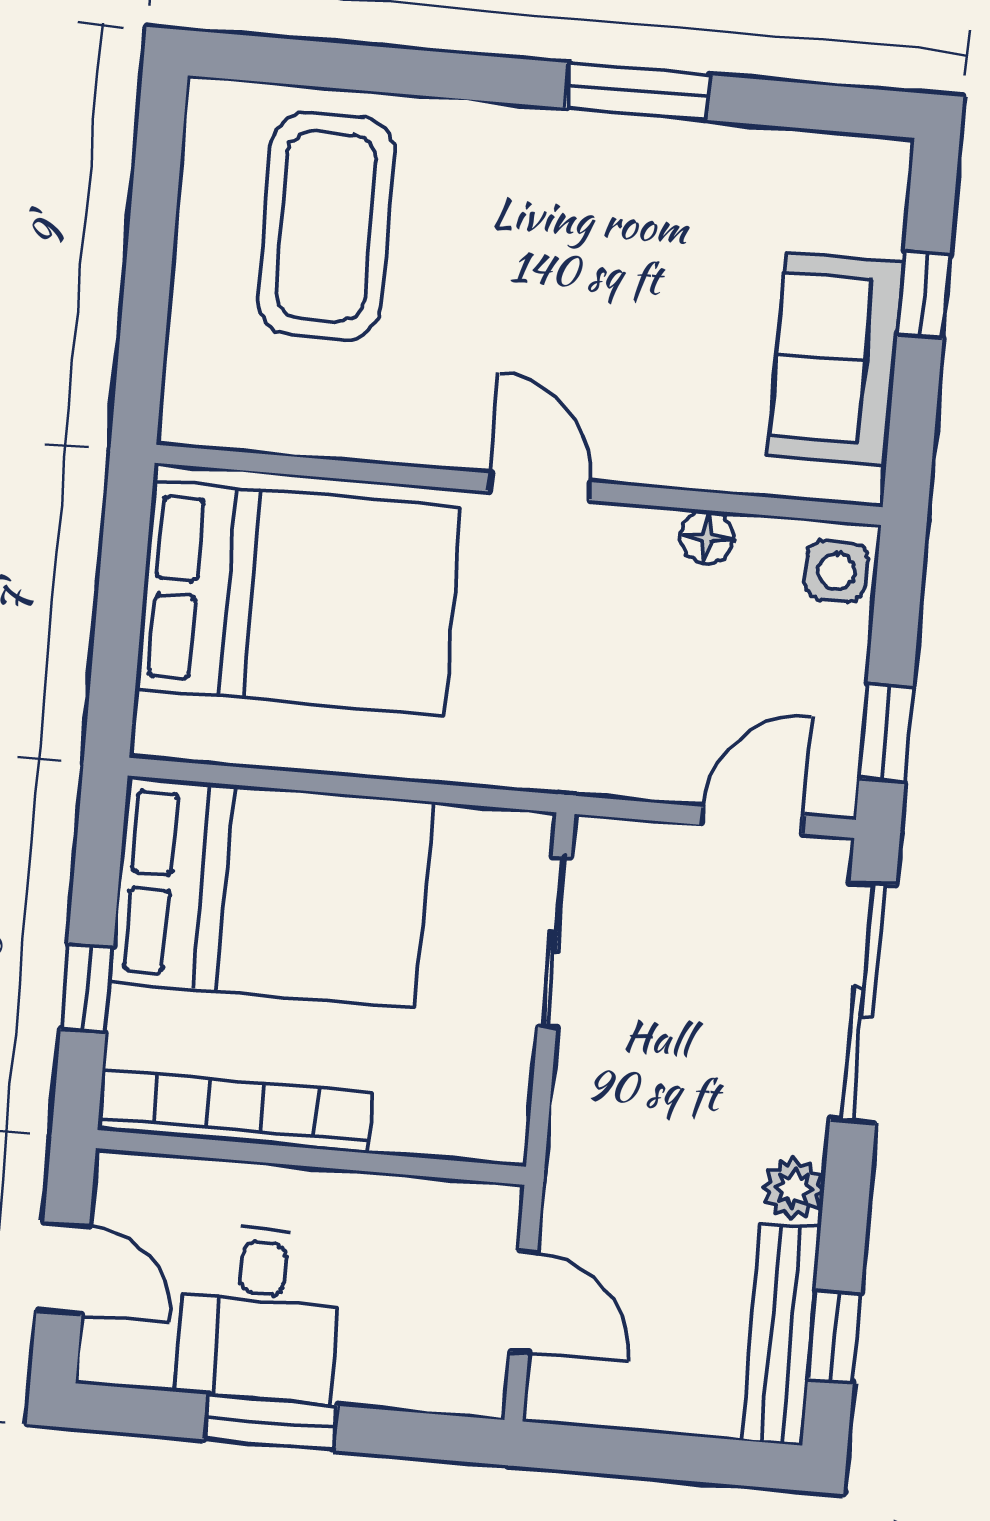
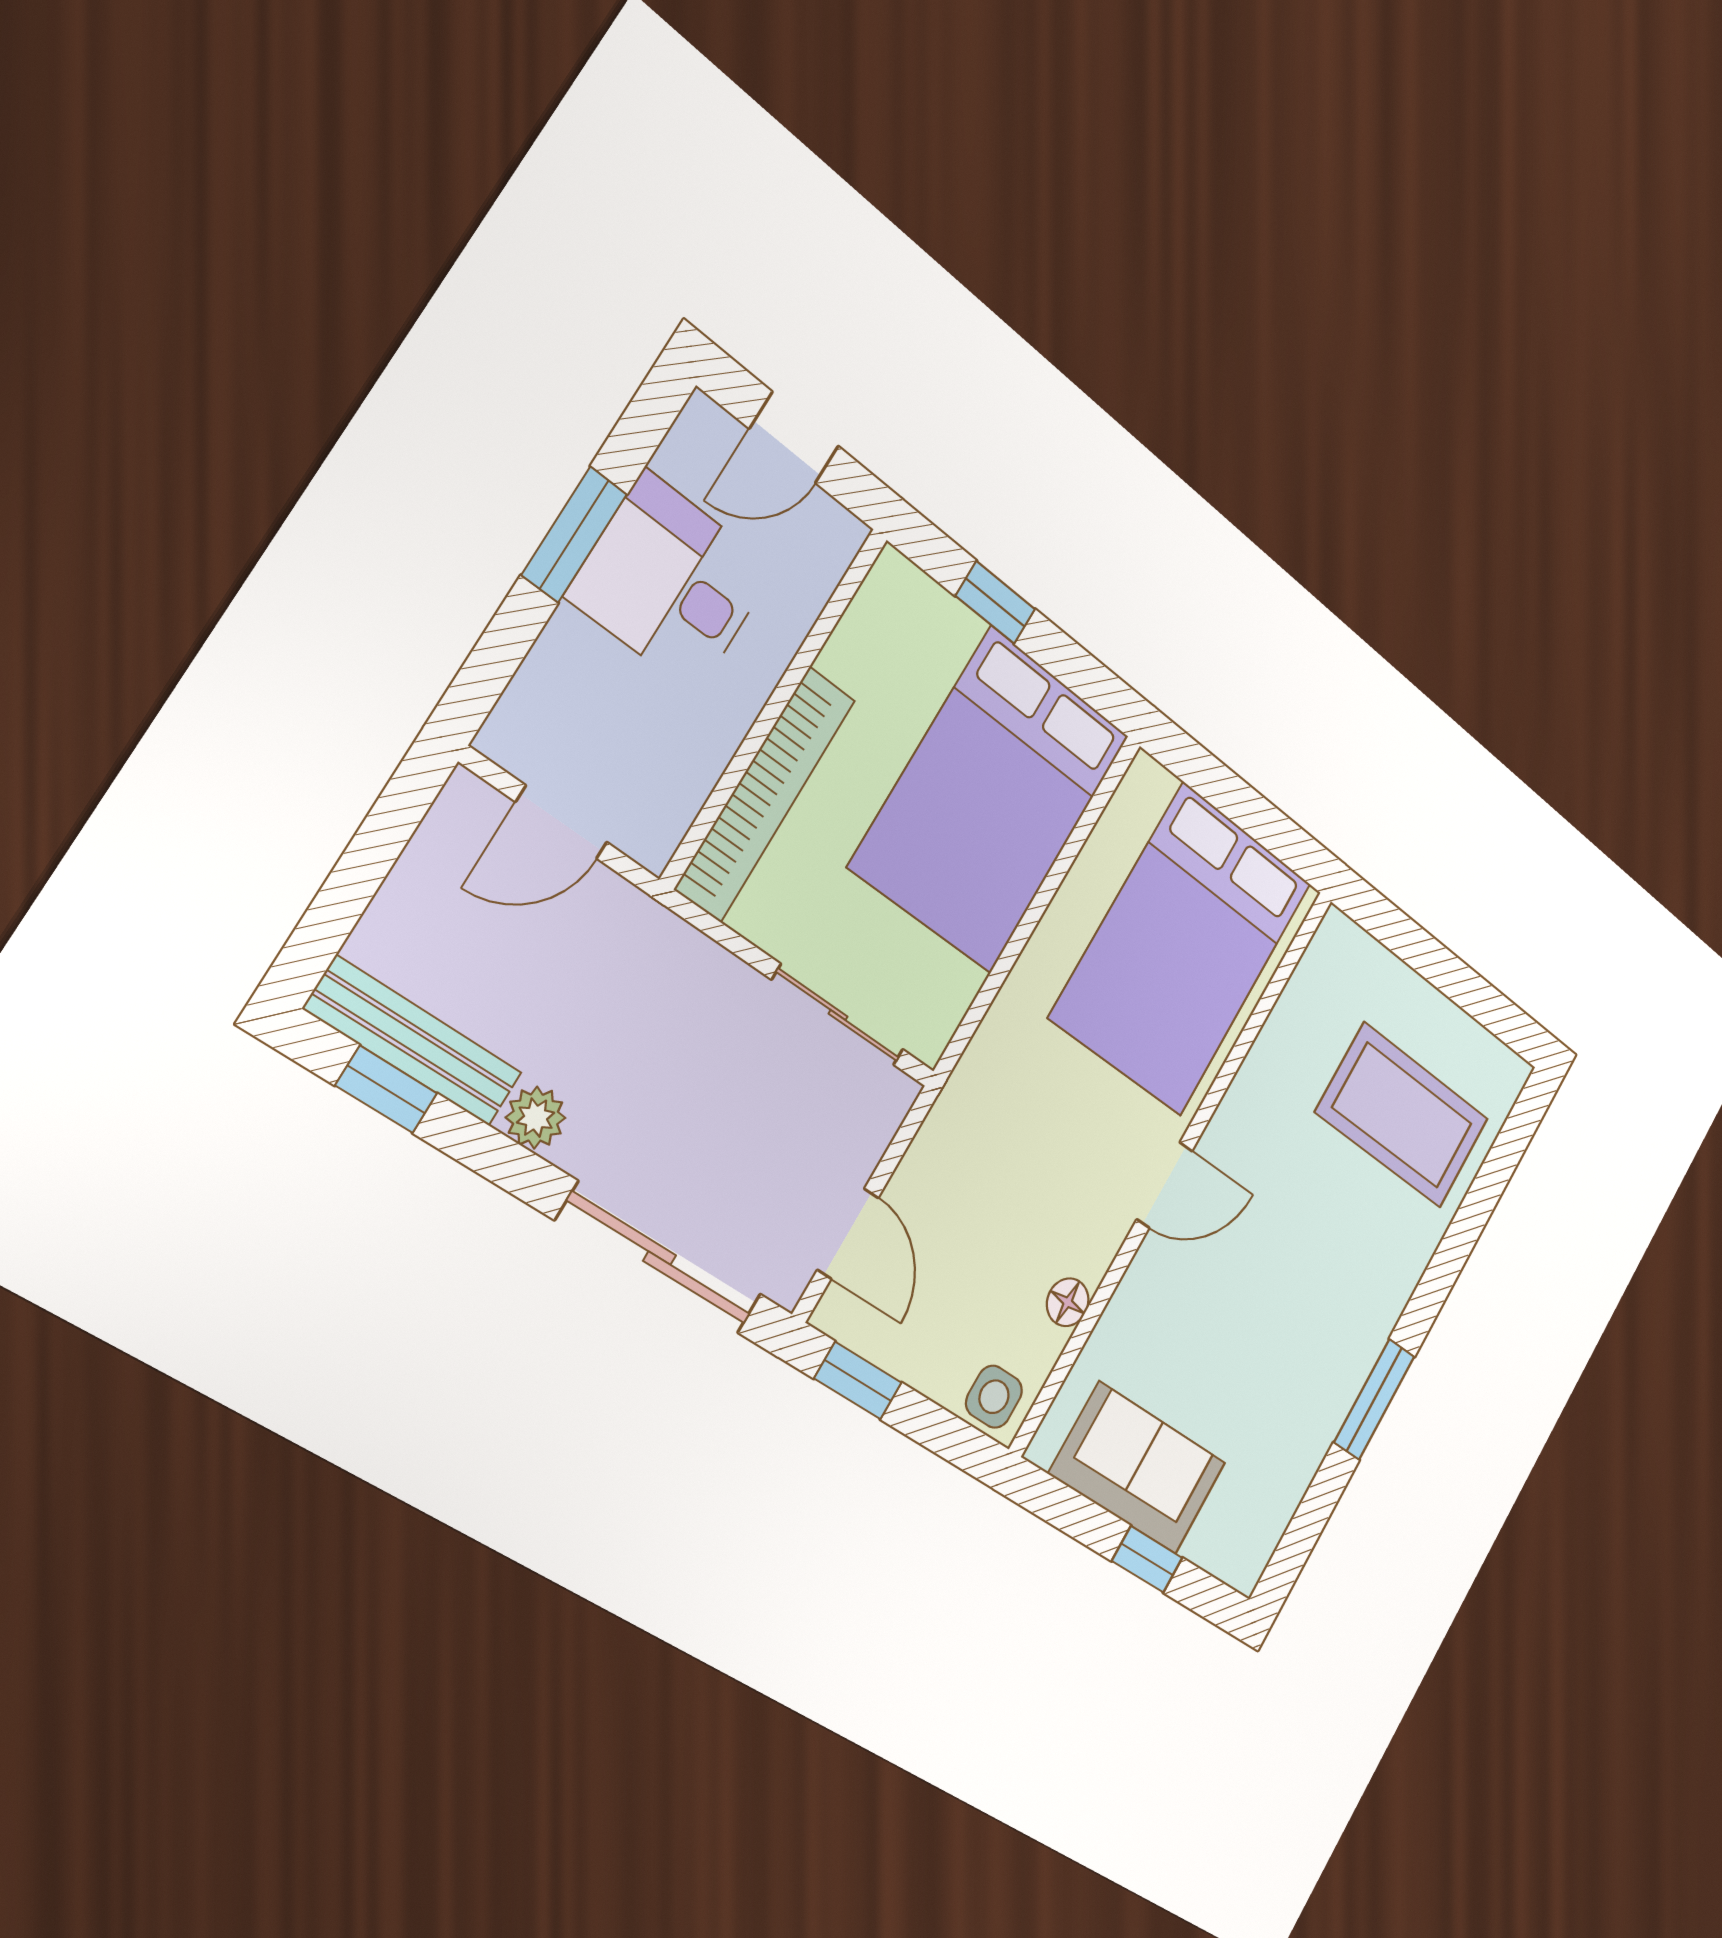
bookcase: (235, 1111) -> (765, 794), moved

